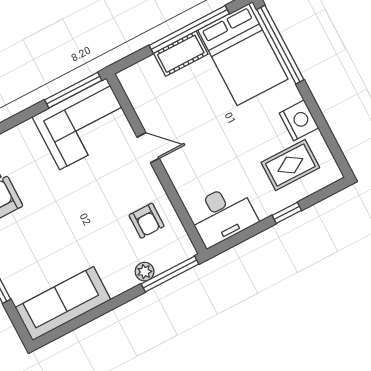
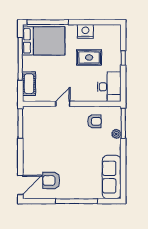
cot: (181, 54) -> (29, 84), moved
corner sofa: (83, 124) -> (37, 127), removed
rug: (290, 165) -> (89, 57), moved, turned 90

